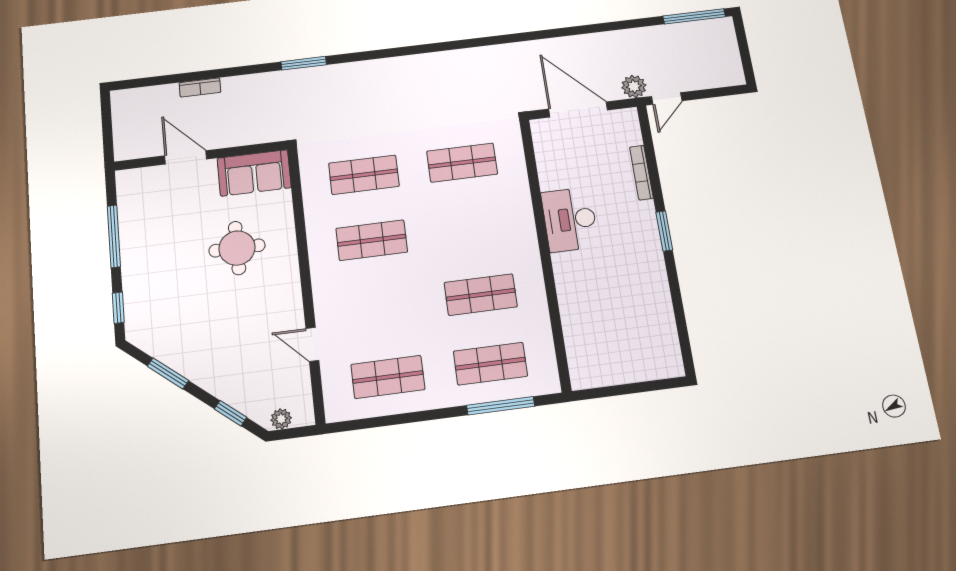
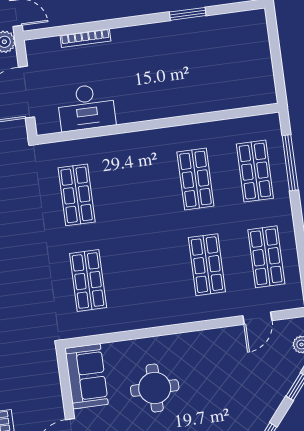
desk: (570, 219) -> (86, 107), moved
window: (664, 231) -> (188, 14), moved
shop shelf: (372, 240) -> (207, 265), moved
door: (312, 344) -> (257, 318), moved

